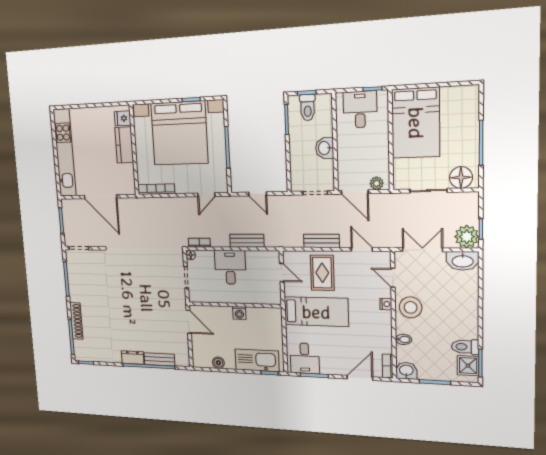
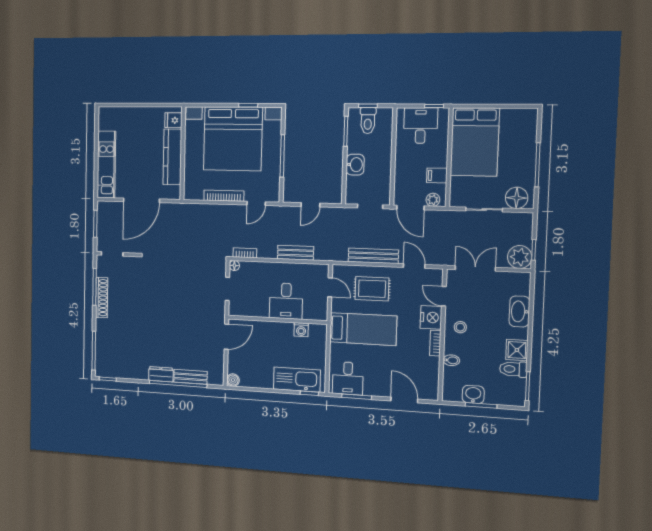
kitchen counter: (124, 145) -> (172, 157), width x1.50
washbasin: (325, 148) -> (355, 165), moved, turned 180
kitchen unit: (65, 153) -> (106, 164), width x0.73
filing cabinet: (379, 159) -> (437, 175), added
bookcase: (156, 189) -> (224, 196), moved
door: (258, 194) -> (310, 205), hinge flipped
door: (100, 197) -> (141, 200), hinge flipped
bench: (321, 241) -> (373, 256), width x1.36
washbasin: (463, 261) -> (519, 311), moved, turned 90
desk: (230, 267) -> (286, 301), moved, turned 180
rug: (322, 273) -> (372, 289), turned 90
nightstand: (386, 304) -> (431, 317), width x1.89, depth x1.79
stool: (411, 307) -> (460, 327), width x0.53, depth x0.53
washing machine: (239, 313) -> (301, 330), moved
shoe rack: (76, 321) -> (102, 298), moved
door: (189, 322) -> (226, 337), hinge flipped
boiler: (218, 363) -> (233, 380), moved
bookcase: (388, 366) -> (435, 343), moved
shower: (468, 366) -> (517, 350), moved
washbasin: (406, 371) -> (473, 394), moved
door: (360, 378) -> (404, 400), hinge flipped

